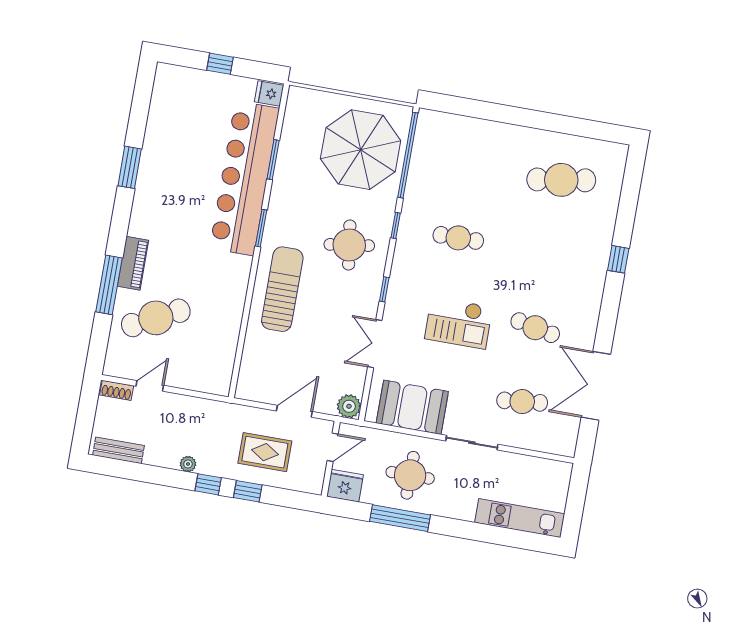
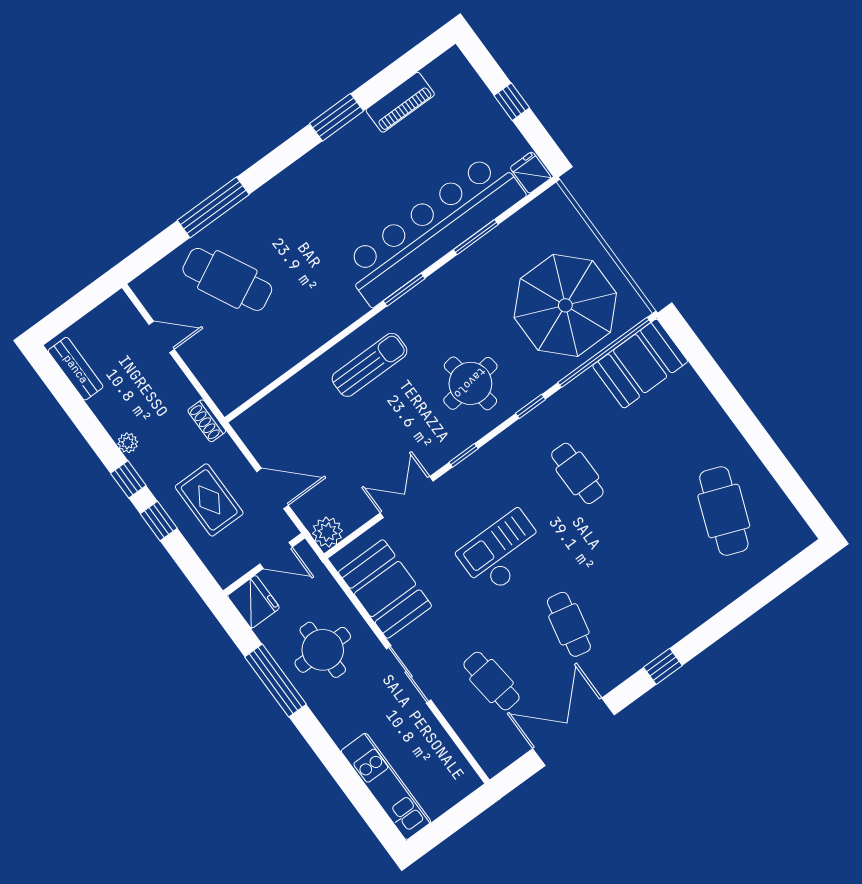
booth: (434, 142) -> (640, 364), added
cafe table: (561, 180) -> (724, 511), turned 30
window: (618, 259) -> (663, 666), moved
piano: (133, 263) -> (400, 102), moved
sun lounger: (282, 289) -> (370, 365), width x0.73, depth x0.75
checkout: (459, 323) -> (503, 552), turned 90
shoe rack: (117, 390) -> (207, 421), moved

